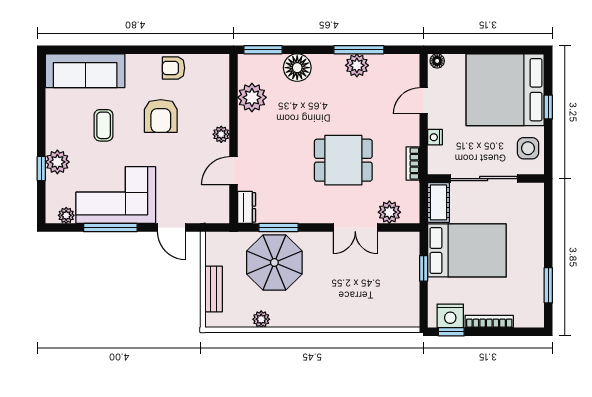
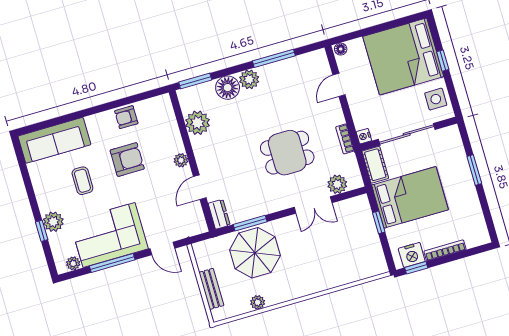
plant: (357, 65) -> (249, 79), moved
armchair: (161, 116) -> (127, 159), turned -90
nightstand: (435, 137) -> (364, 136), moved
window: (548, 285) -> (474, 170), moved

